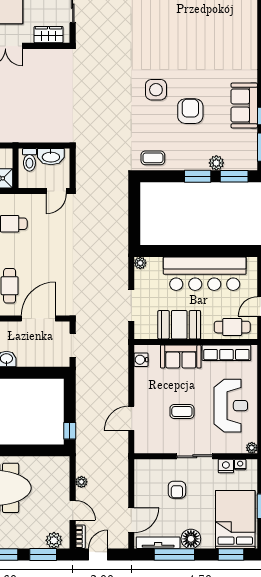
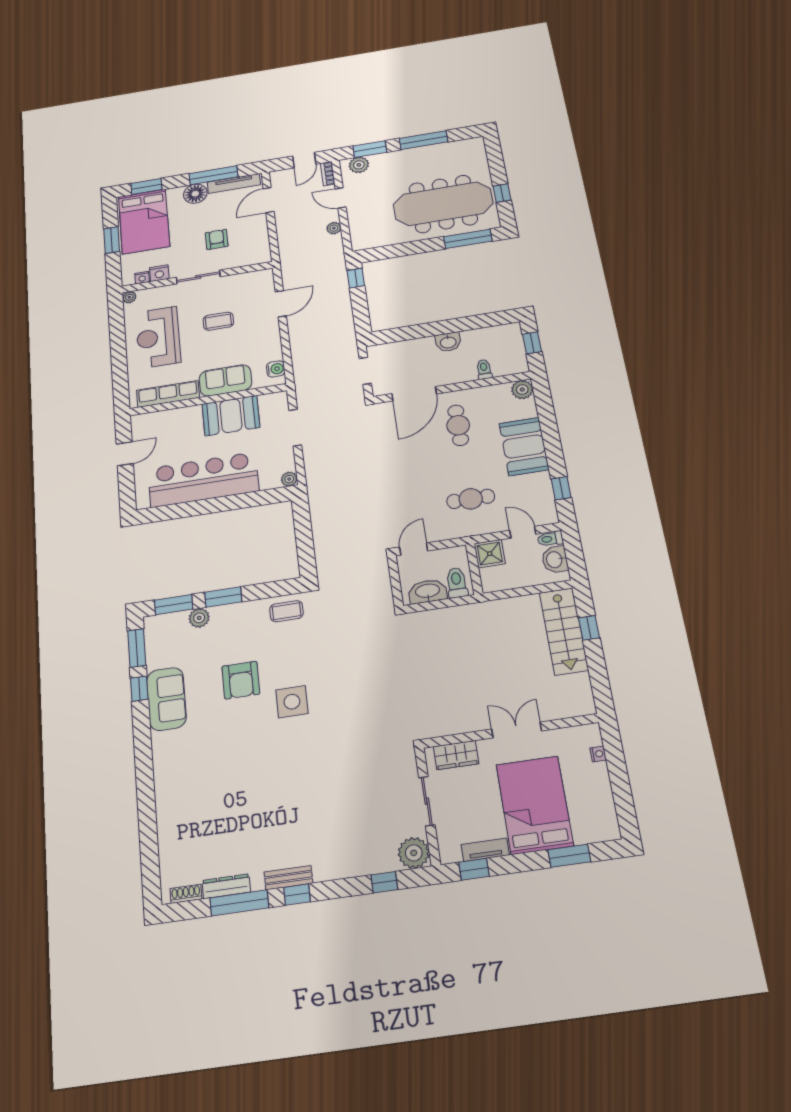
cafe table: (232, 327) -> (163, 424), removed

